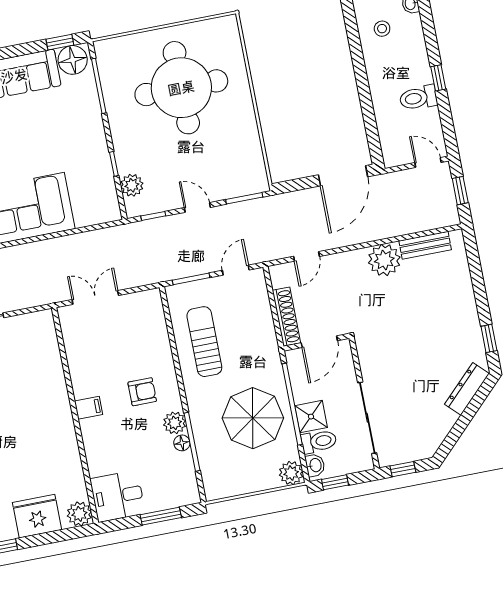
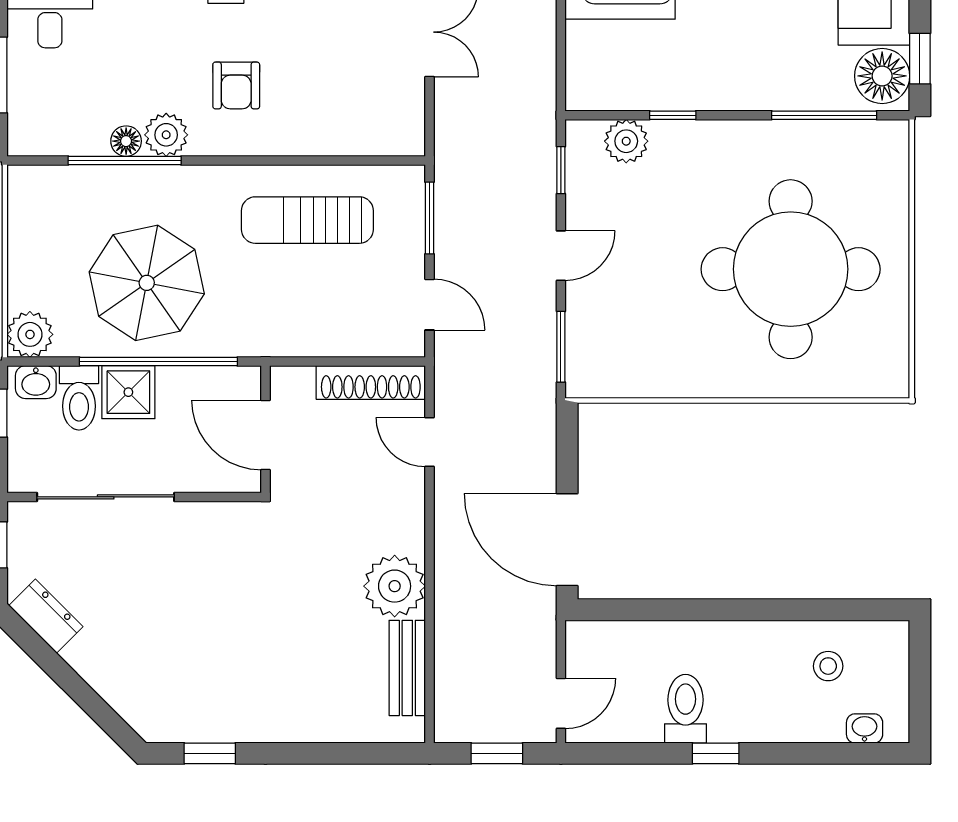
shoe rack: (286, 317) -> (371, 382), moved
sun lounger: (204, 342) -> (307, 220), turned 180
dresser: (467, 389) -> (46, 616), moved, width x0.70

